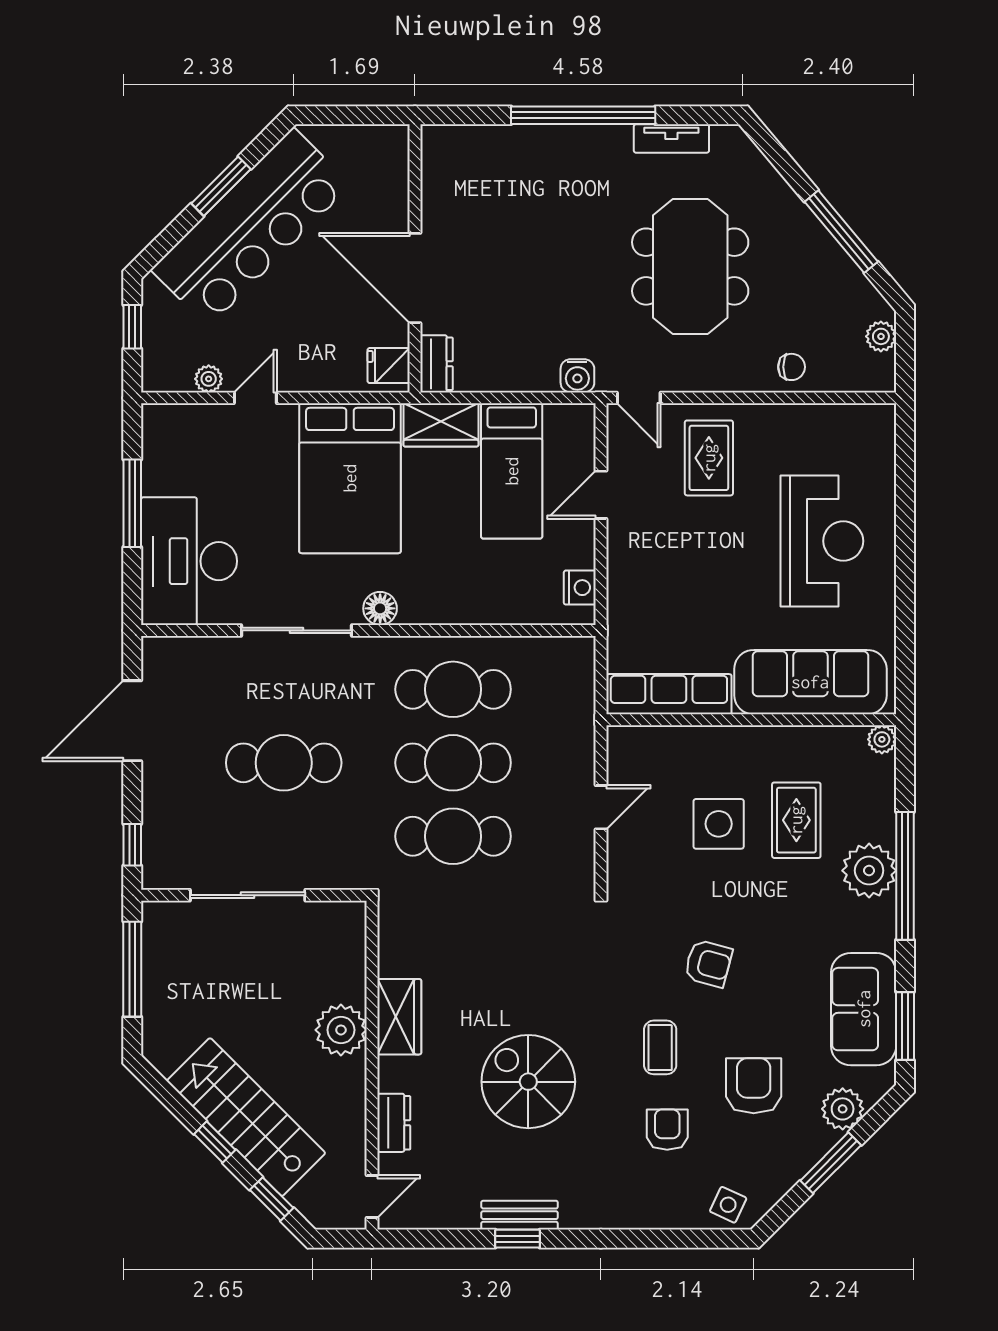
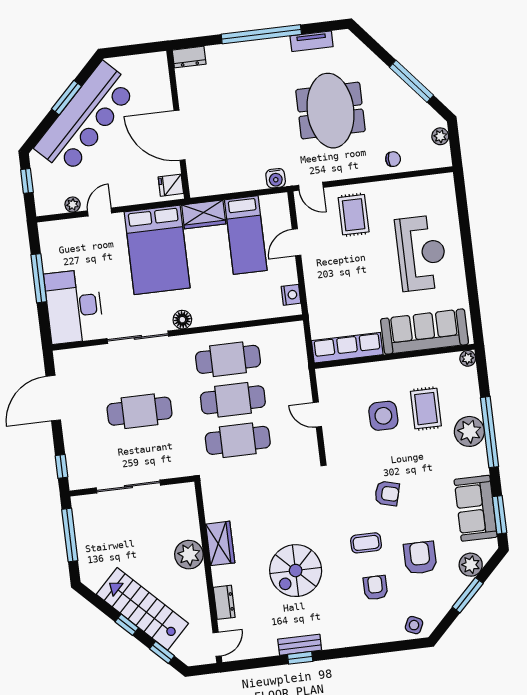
dresser: (436, 364) -> (189, 57), moved, turned 90
door: (601, 807) -> (317, 414), swing flipped
coffee table: (660, 1047) -> (366, 543), turned 90
spiral stairs: (528, 1082) -> (296, 571), turned -90

